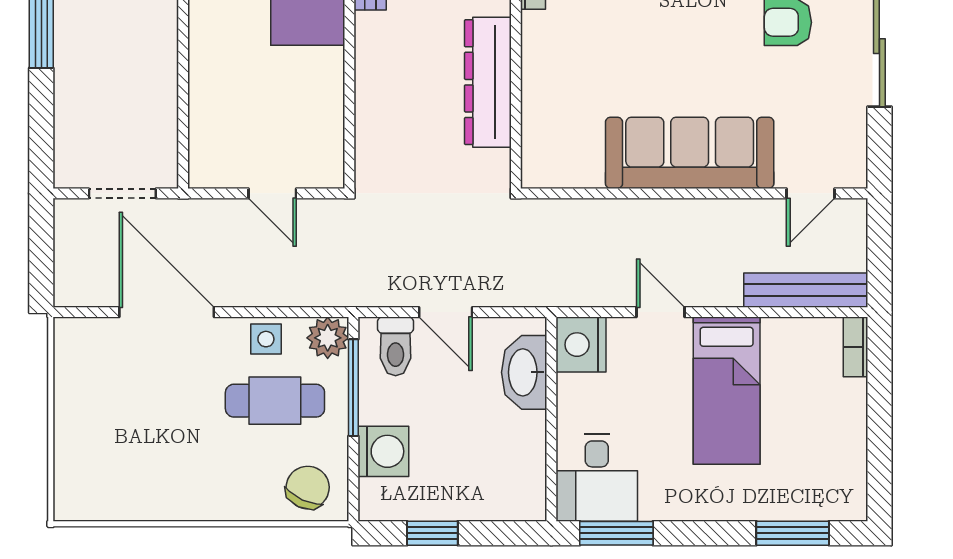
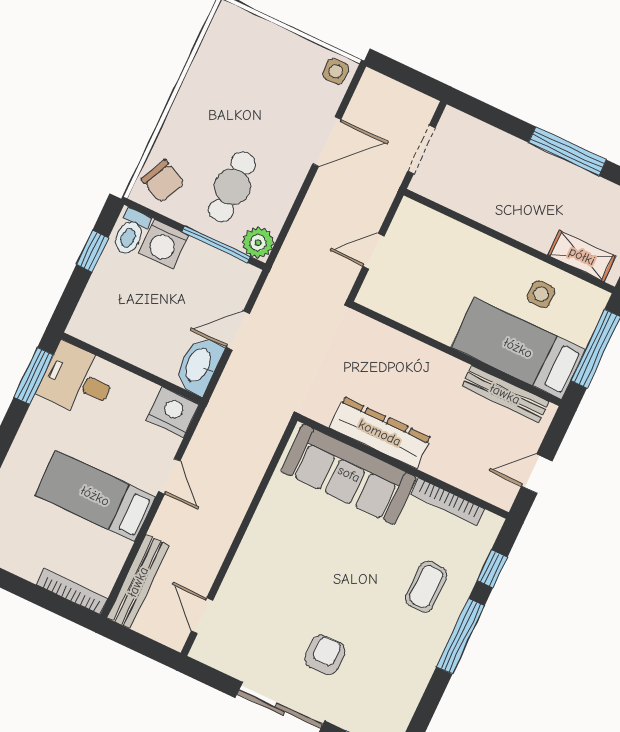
sofa: (690, 153) -> (349, 474), moved, turned 90
door: (167, 312) -> (327, 142), width x0.73
door: (661, 312) -> (169, 476), hinge flipped
side table: (266, 339) -> (336, 71), moved
toilet: (396, 346) -> (131, 232), moved, turned -90
bookcase: (855, 347) -> (72, 592), width x1.56
washbasin: (524, 372) -> (199, 365), moved, turned -90

